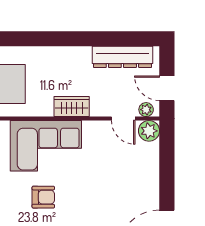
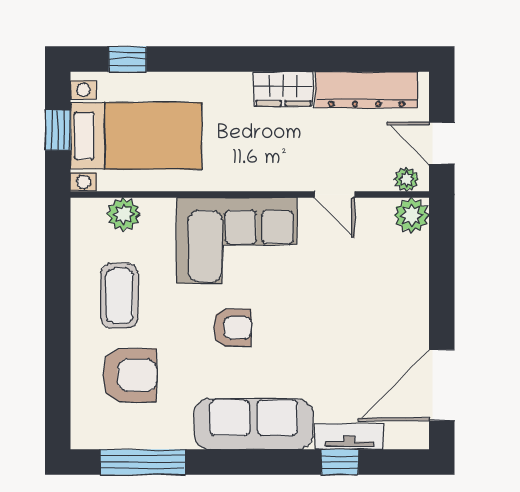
wardrobe: (72, 107) -> (283, 89), moved, turned 180
door: (123, 119) -> (335, 194), moved

